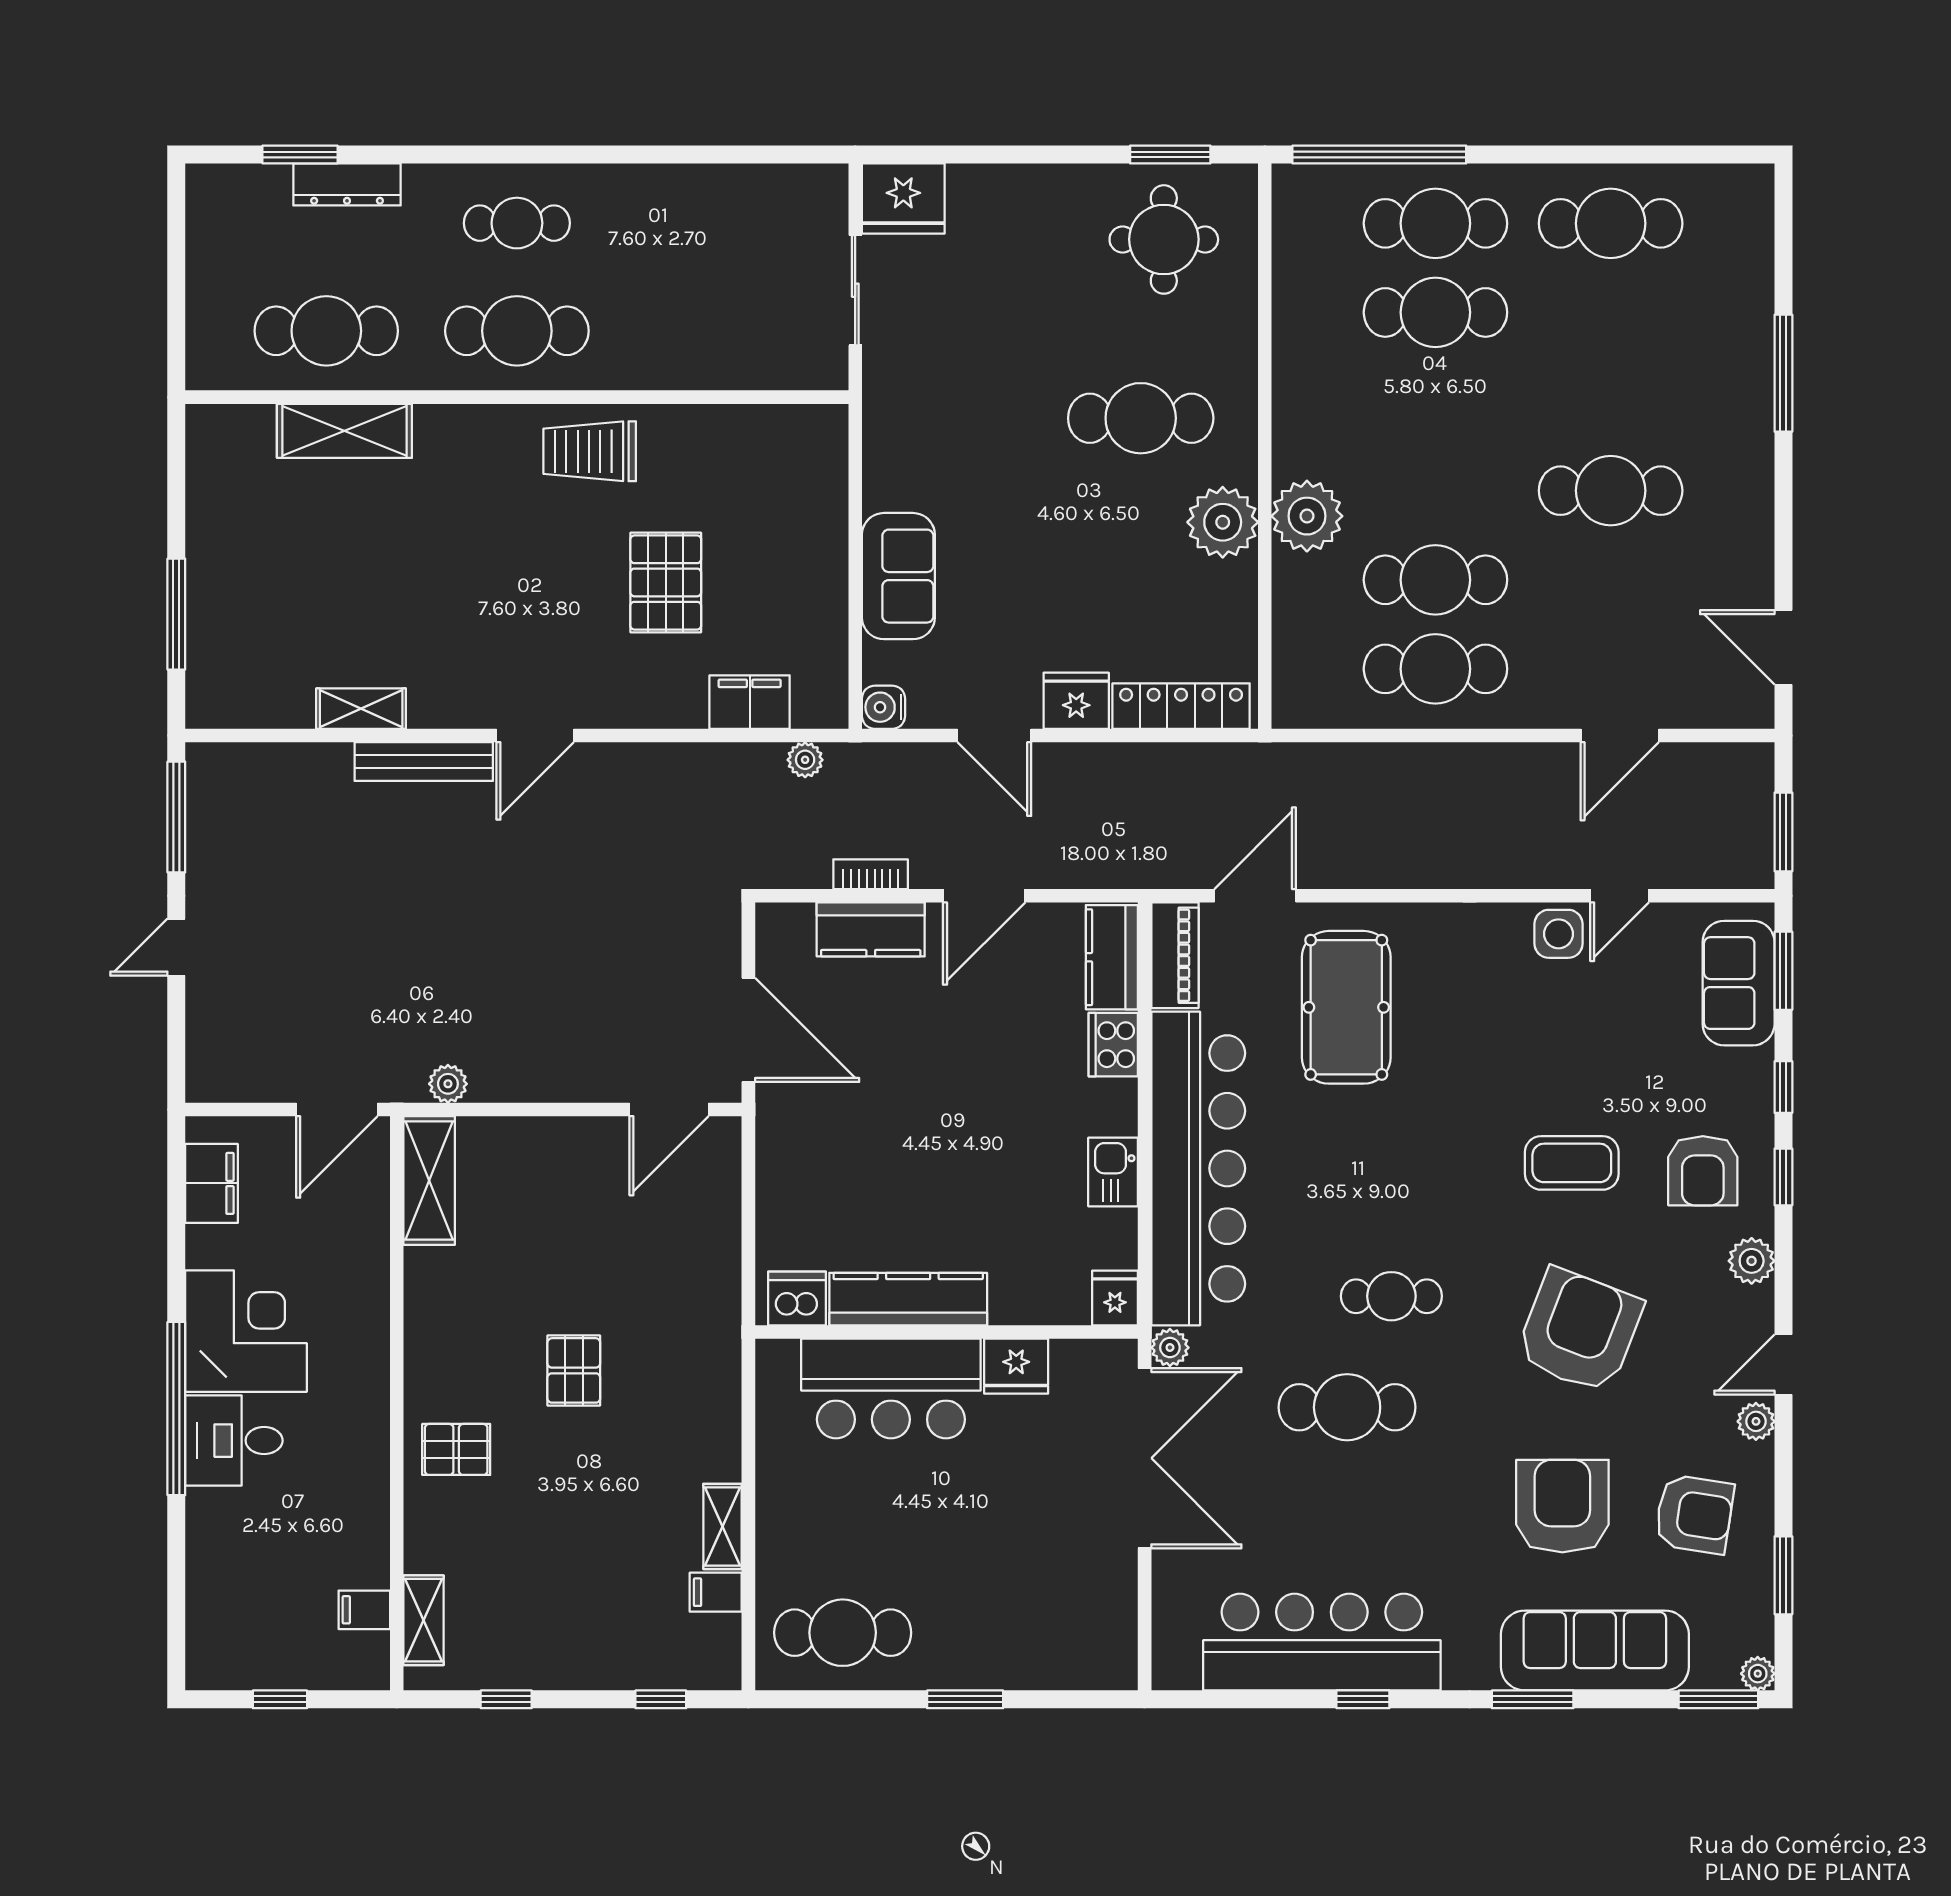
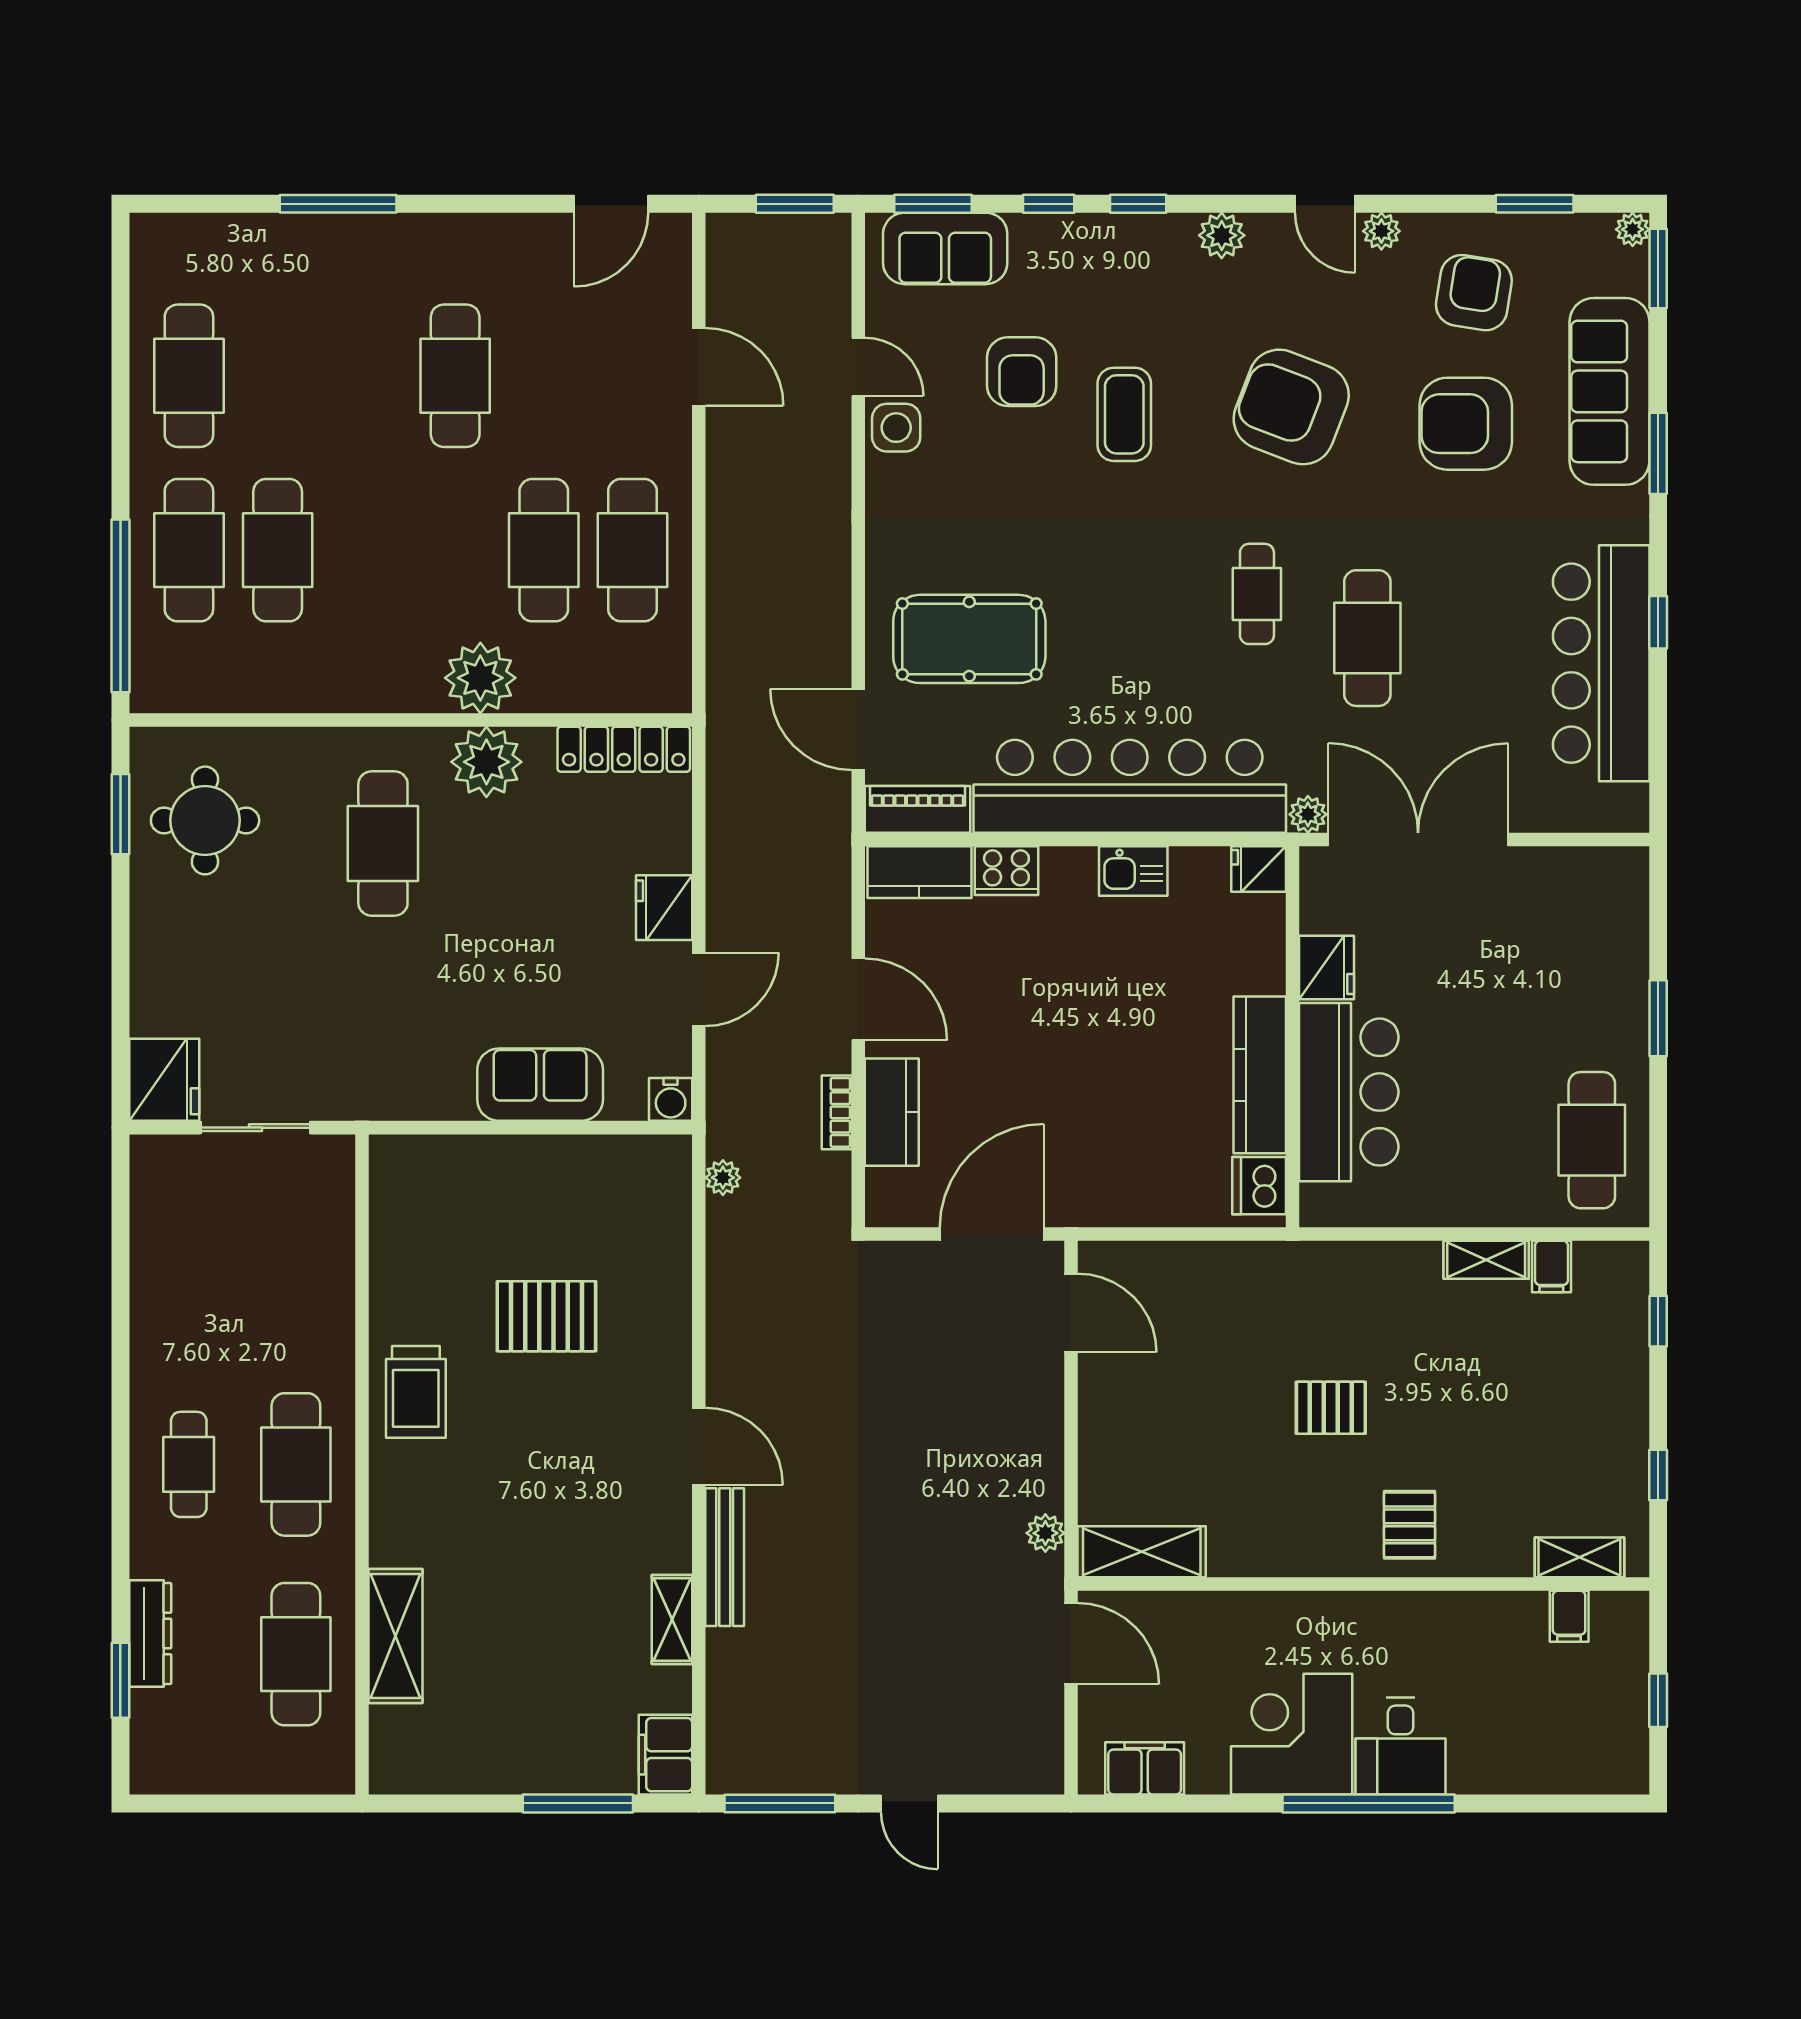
filing cabinet: (750, 702) -> (665, 1755), moved
locker: (1181, 706) -> (624, 749), moved, turned -90
armchair: (1703, 1171) -> (1022, 372), moved, turned 90

